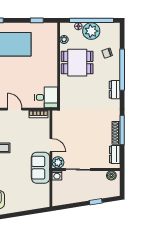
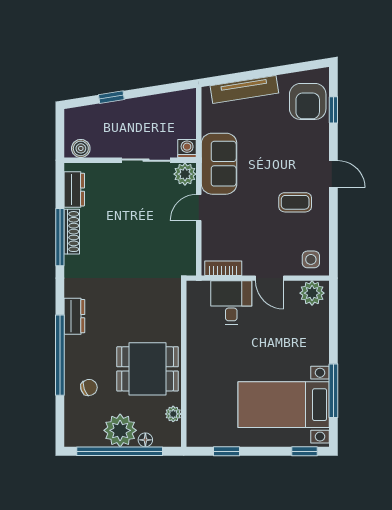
desk: (46, 97) -> (231, 303), moved, turned 90
door: (51, 145) -> (199, 207), hinge flipped
tv unit: (28, 206) -> (244, 89), added

